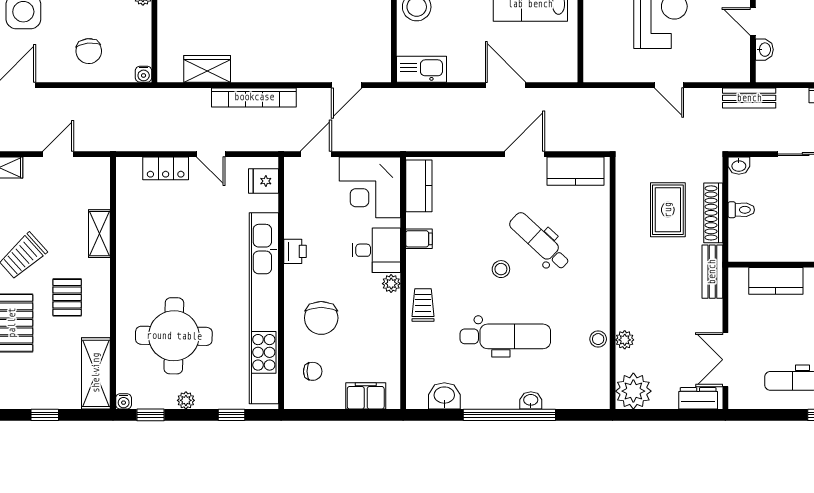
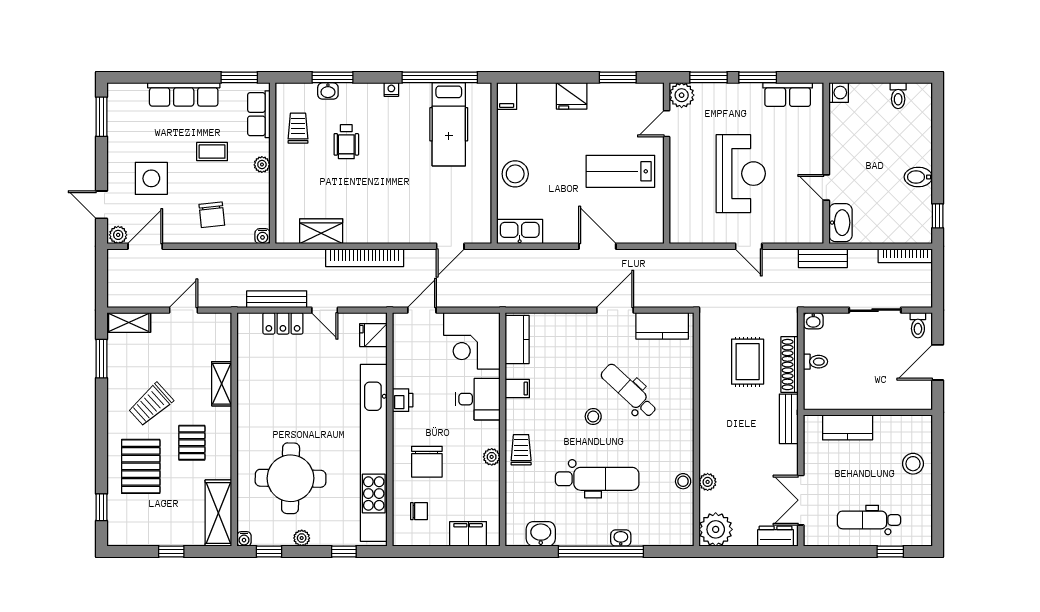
washbasin: (764, 50) -> (841, 223), width x1.91, depth x1.45
bench: (159, 142) -> (277, 299), added
plant: (391, 284) -> (492, 457), moved

